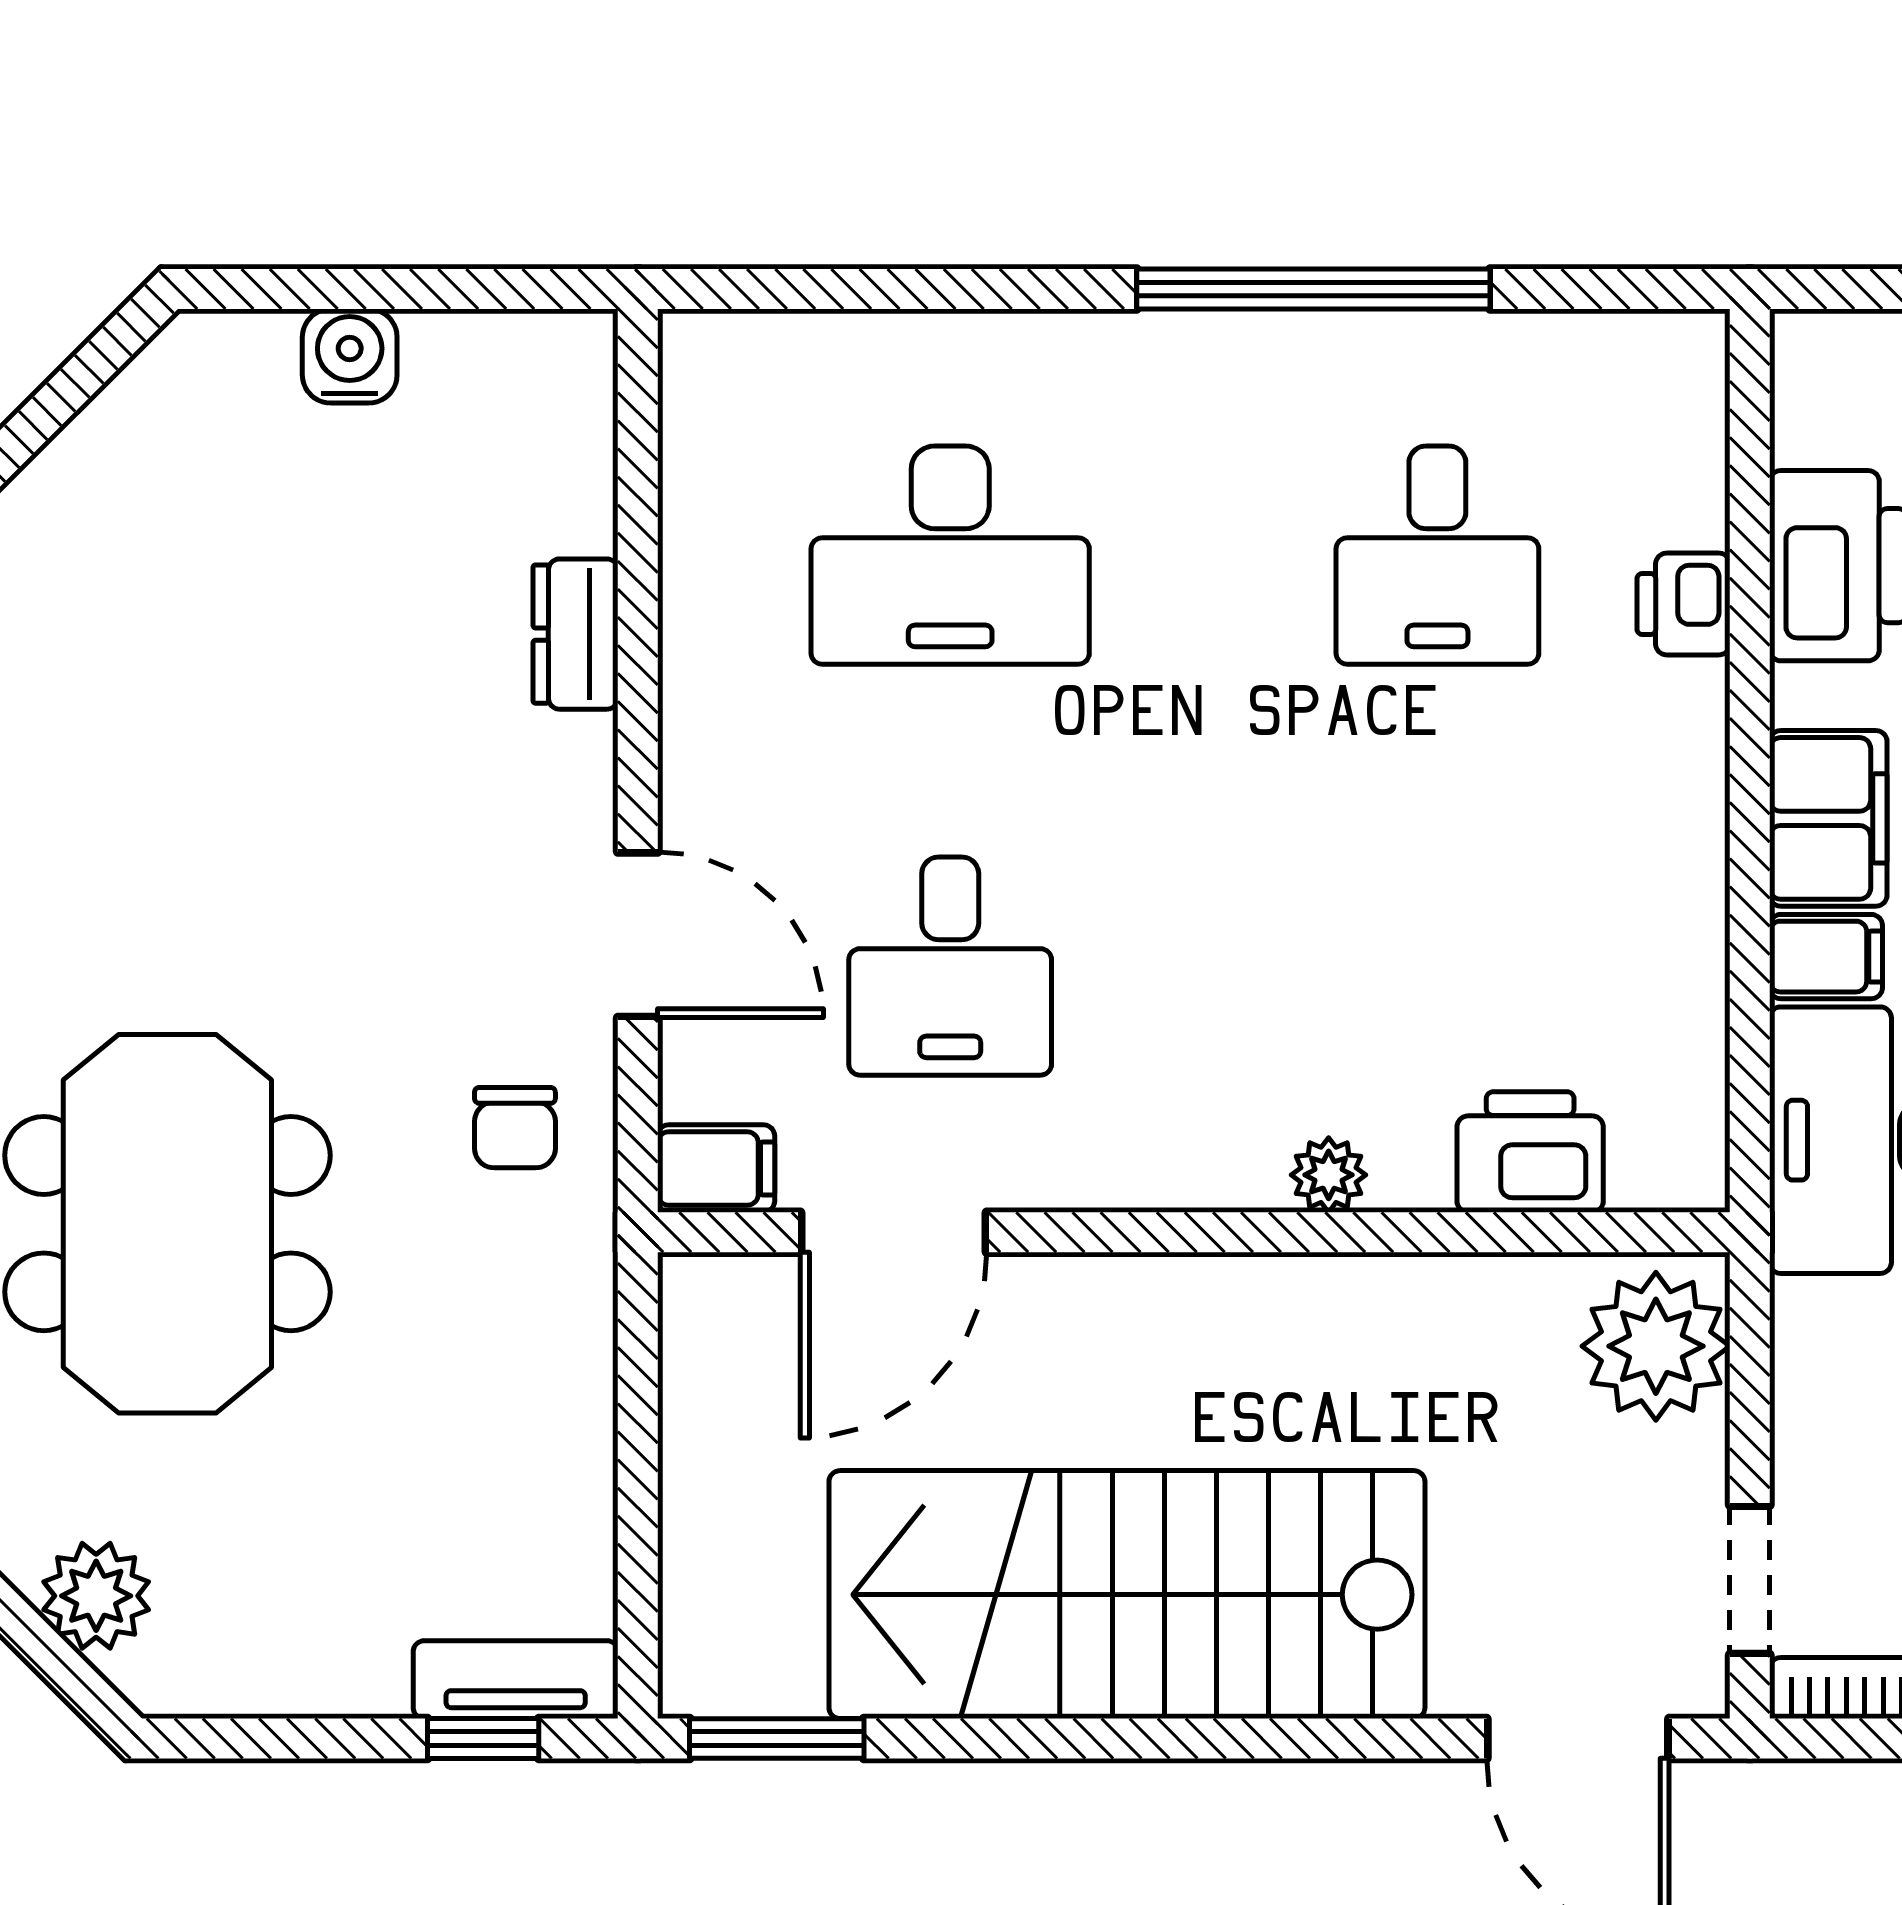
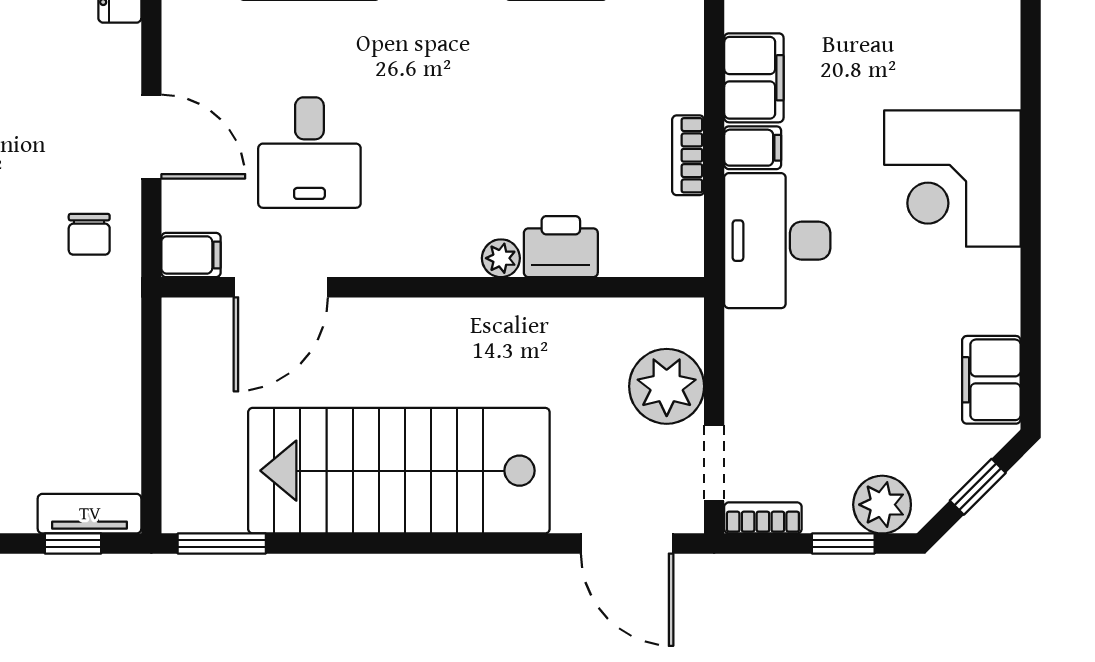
bookcase: (1698, 971) -> (688, 155), added
printer: (1530, 1152) -> (561, 247), moved
plant: (1656, 1346) -> (667, 386), moved

